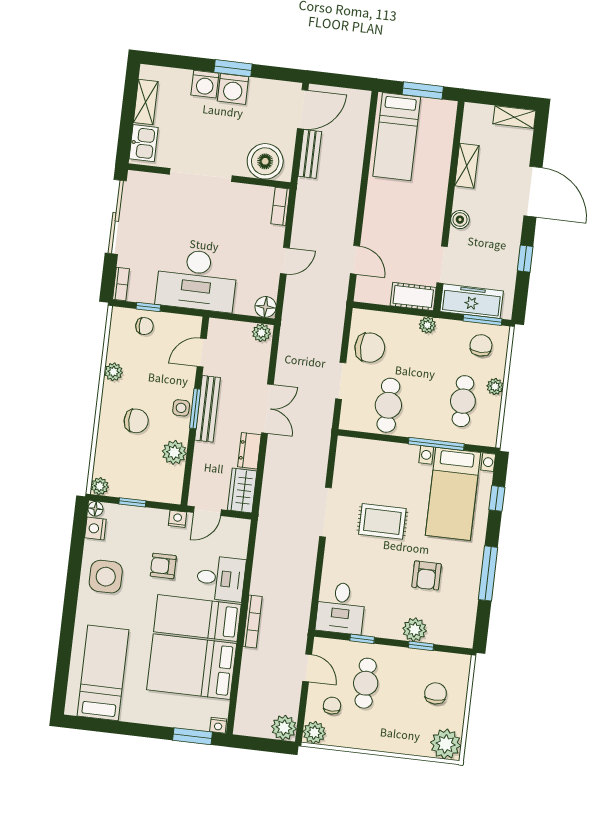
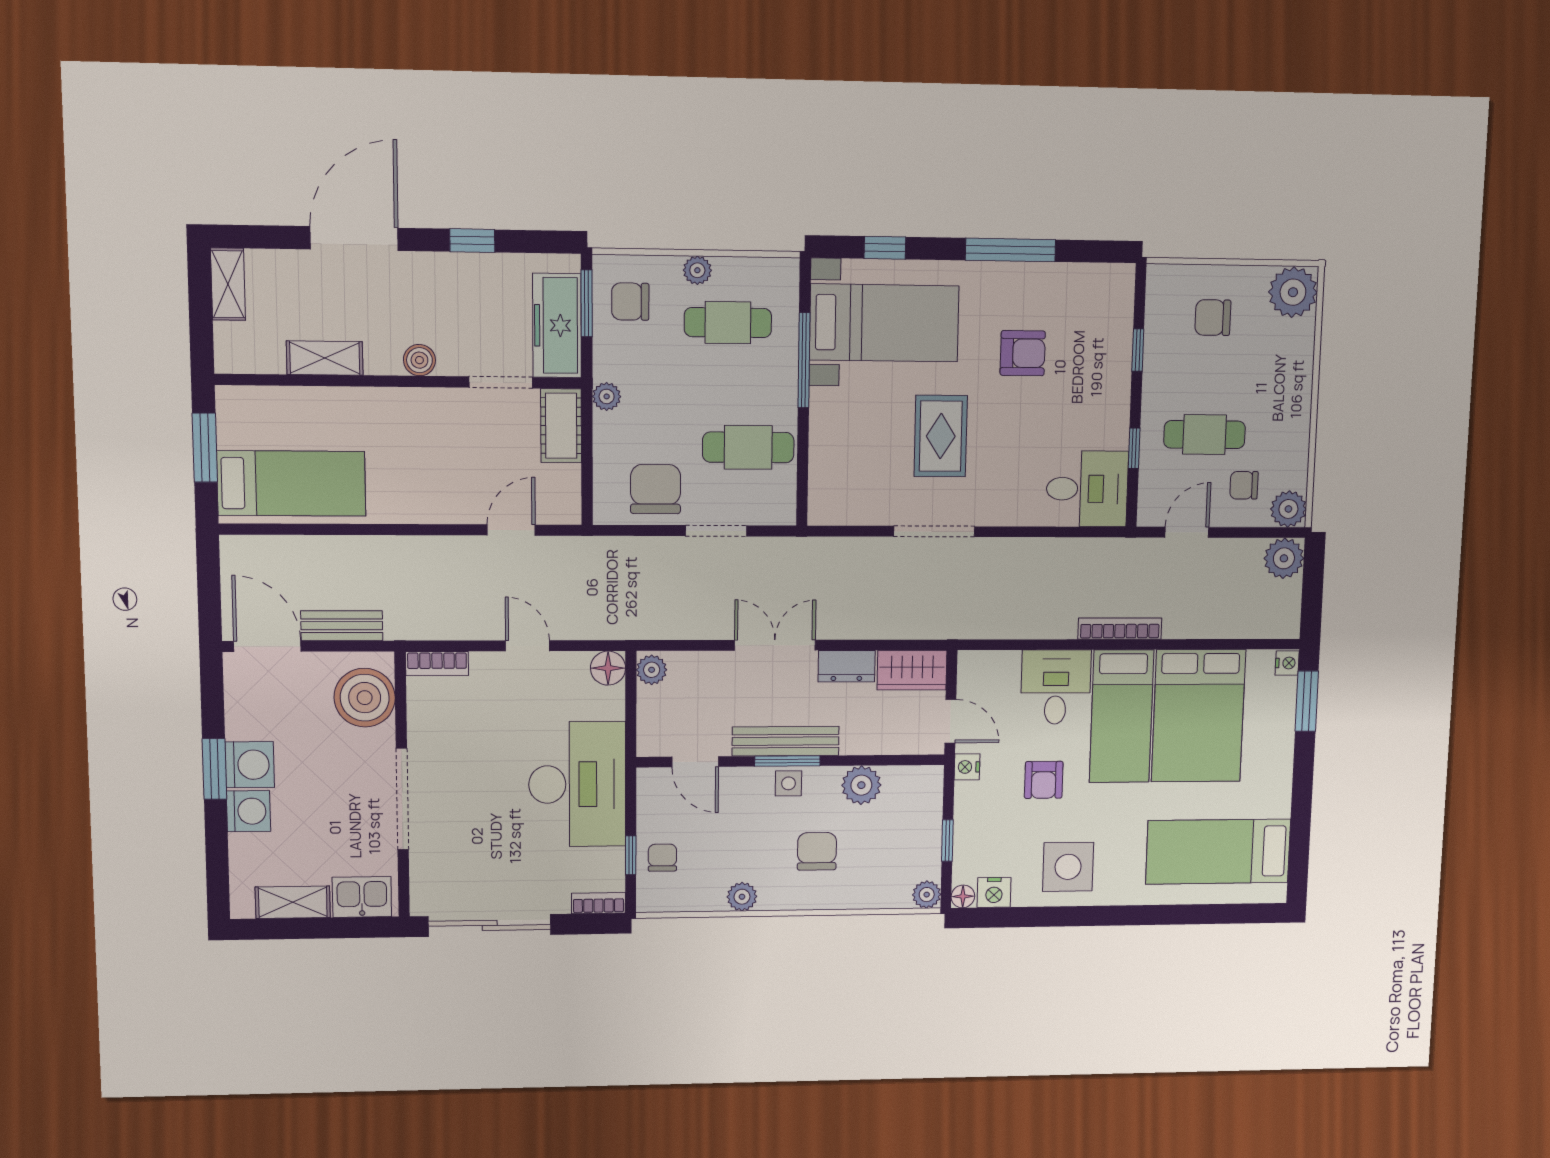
plant: (415, 630) -> (1112, 364), removed

